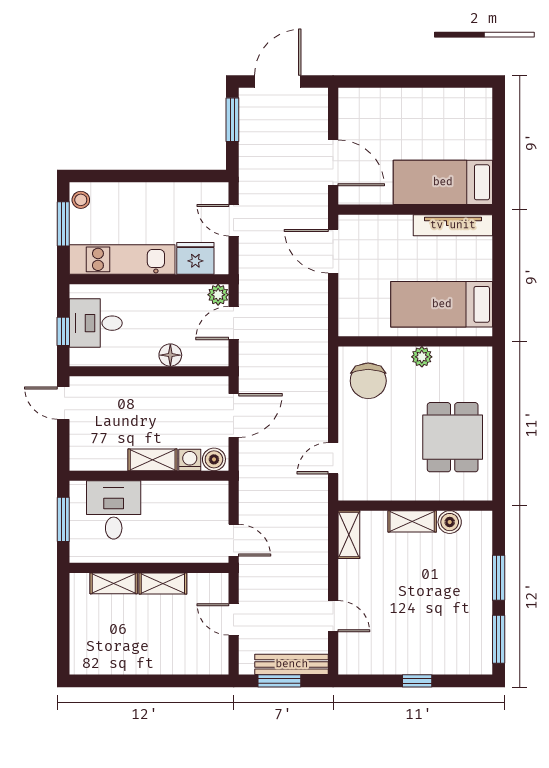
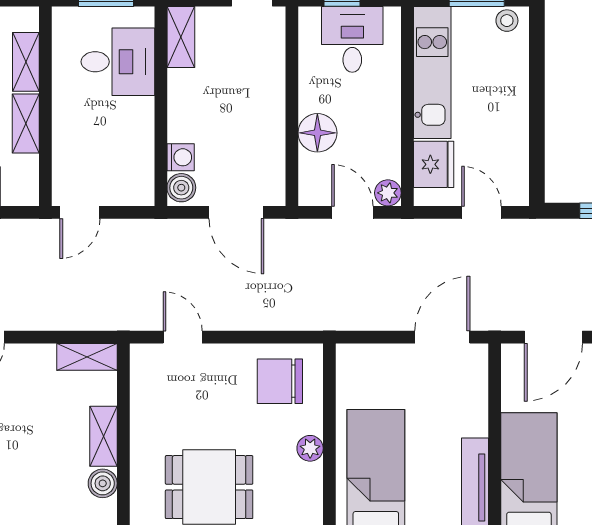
door: (234, 220) -> (481, 212), hinge flipped
floor lamp: (170, 355) -> (317, 133), width x1.38, depth x1.38
shelving: (153, 460) -> (181, 37), moved

